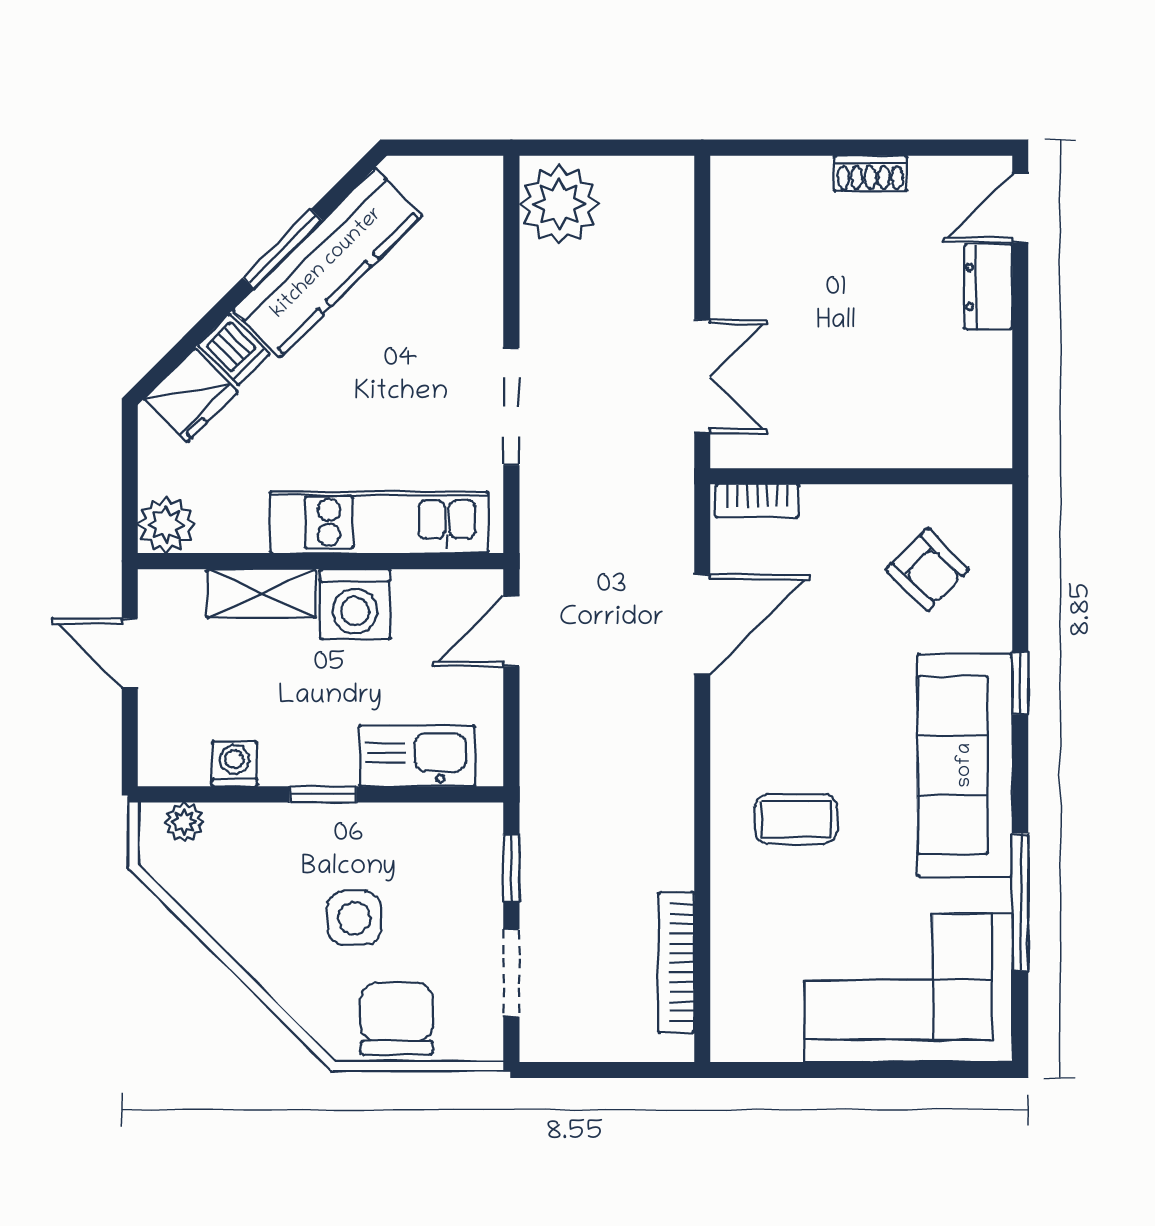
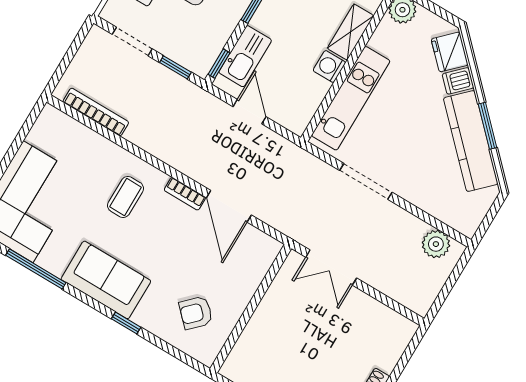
plant: (559, 204) -> (436, 244), width x0.73, depth x0.73
bookcase: (757, 501) -> (185, 194), moved, turned -90
washing machine: (355, 604) -> (329, 66), width x0.73, depth x0.73
door: (511, 631) -> (250, 112), moved
sofa: (965, 765) -> (106, 280), width x0.73
window: (458, 794) -> (219, 64), added

